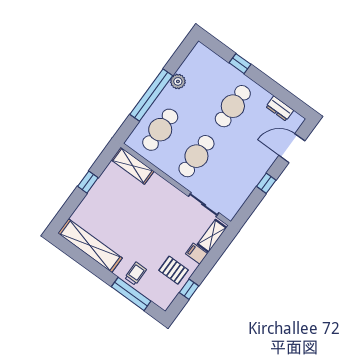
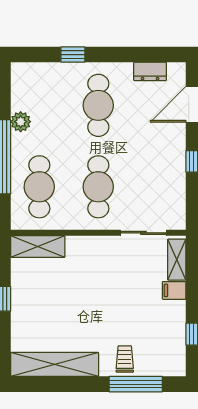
pallet: (174, 270) -> (162, 326), removed

